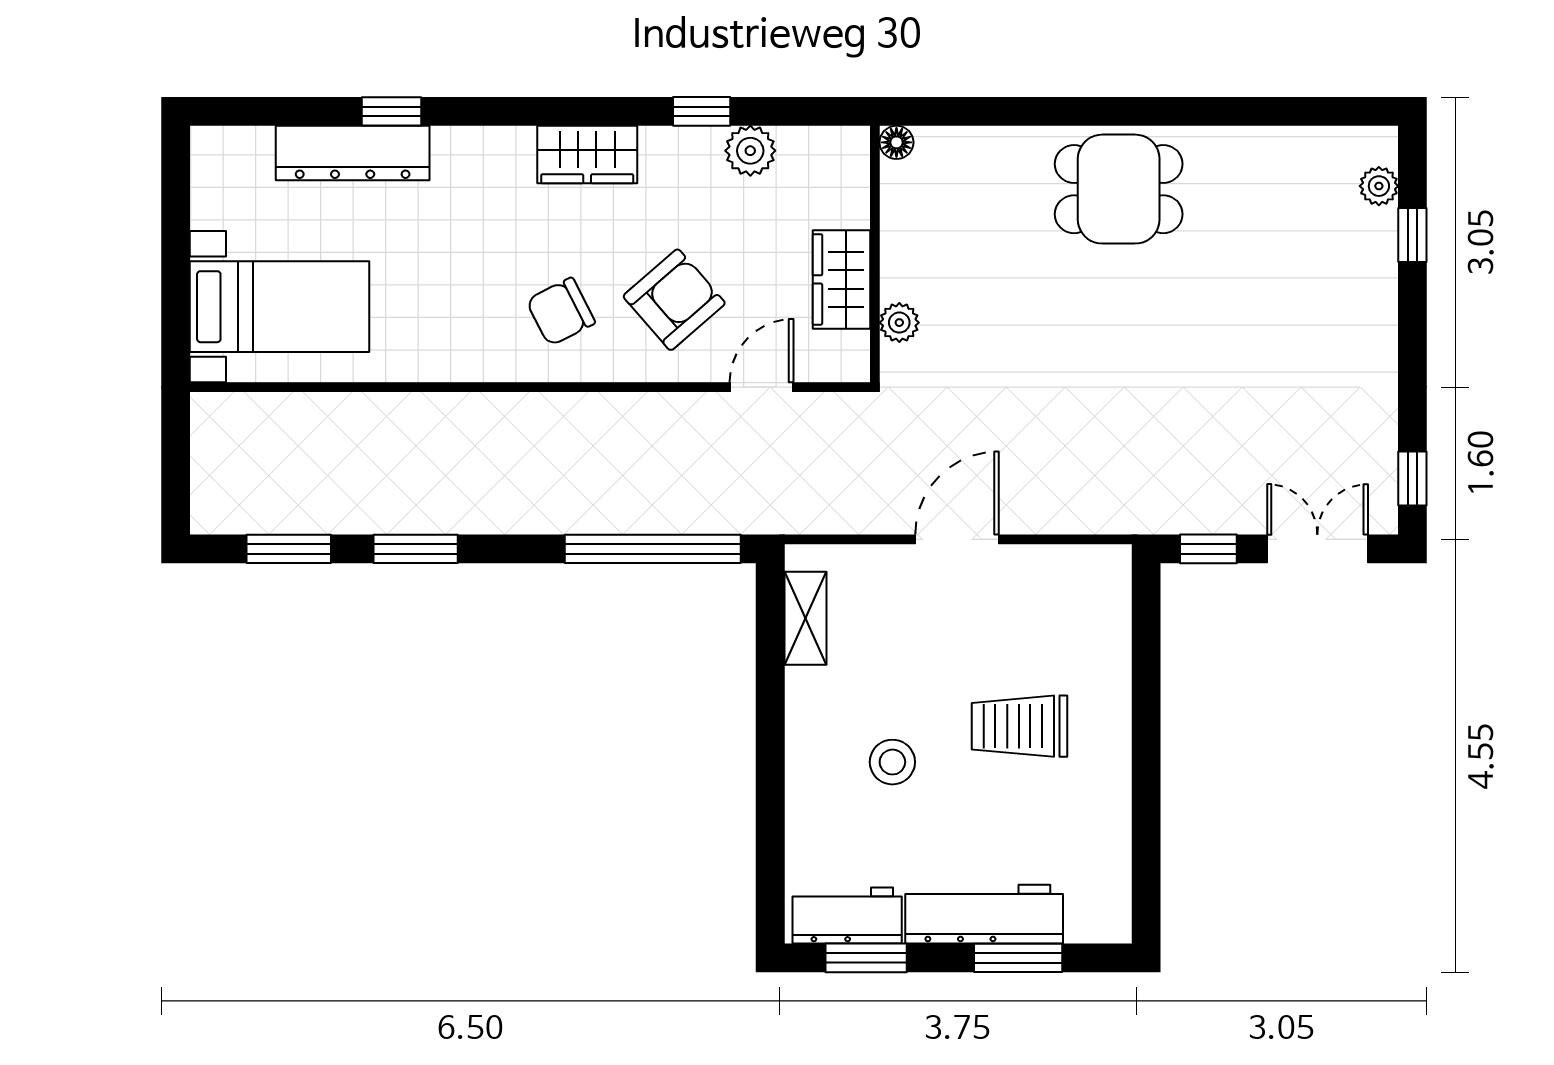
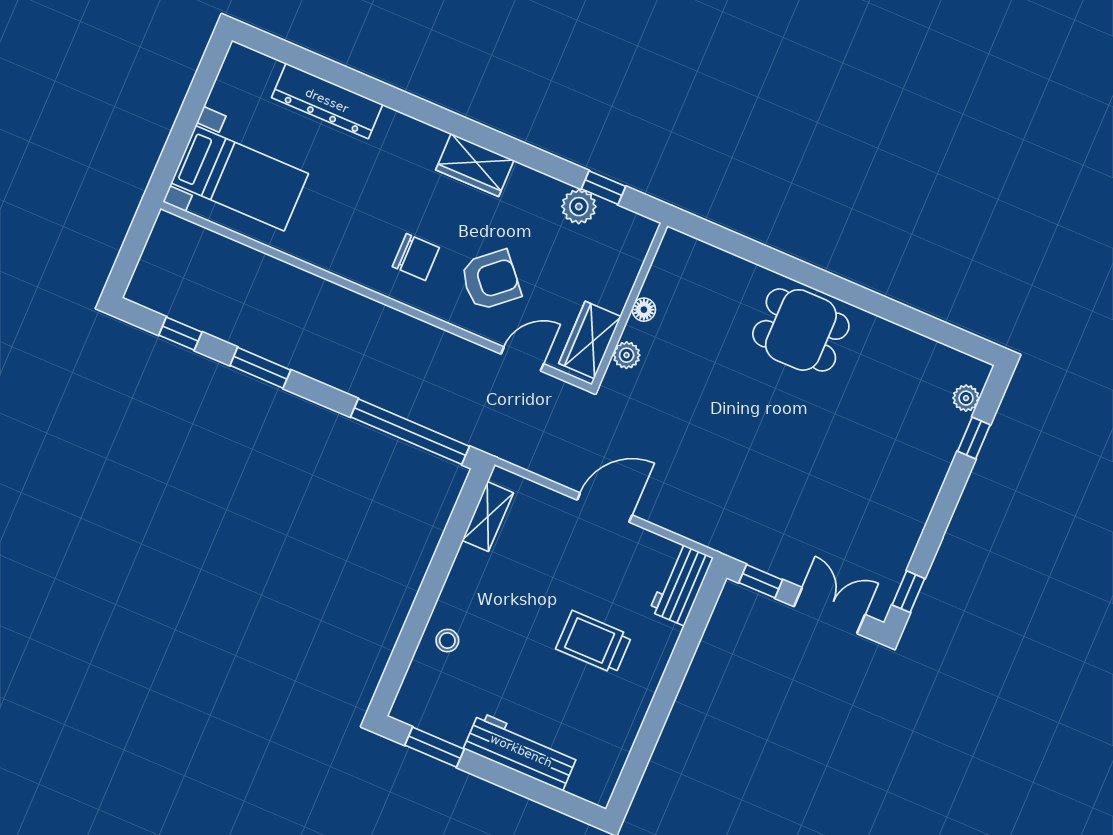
window: (392, 111) -> (363, 85), removed
window: (702, 111) -> (604, 188), moved
floor lamp: (896, 142) -> (644, 310), moved
wardrobe: (842, 279) -> (590, 340), moved
chair: (561, 312) -> (416, 257), turned -153
window: (289, 549) -> (180, 334), width x0.67
stool: (892, 762) -> (447, 640), moved, width x0.73, depth x0.73
workbench: (847, 916) -> (681, 584), moved, turned -90
window: (1018, 958) -> (531, 788), removed

